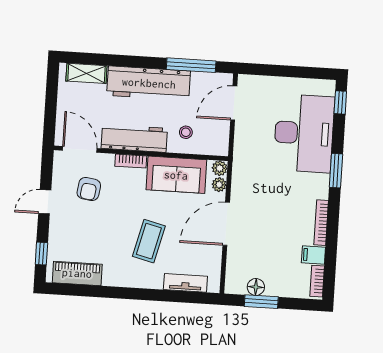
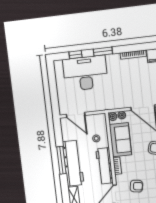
window: (191, 65) -> (61, 160), moved
window: (340, 102) -> (76, 55), moved

